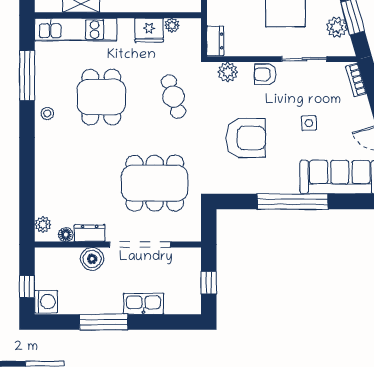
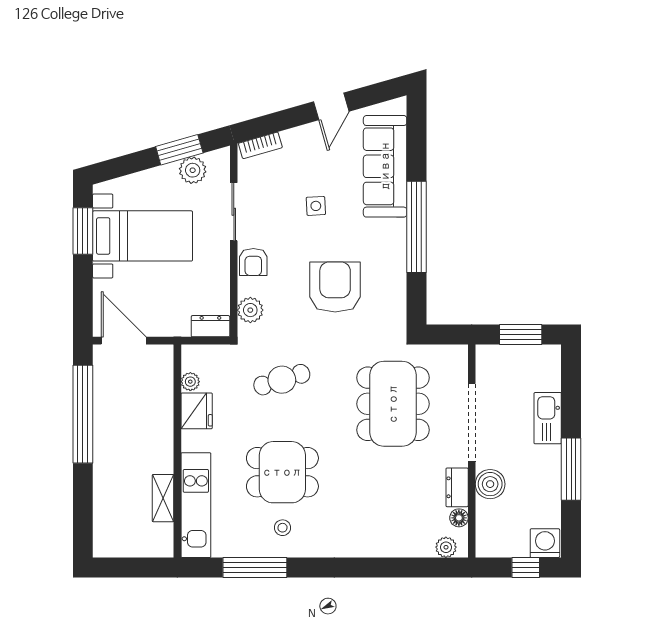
stool: (47, 113) -> (283, 528), moved
window: (209, 283) -> (521, 334), width x1.50

